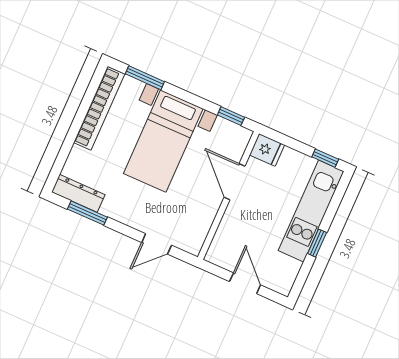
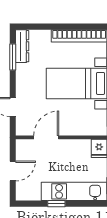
door: (234, 182) -> (46, 137), moved

